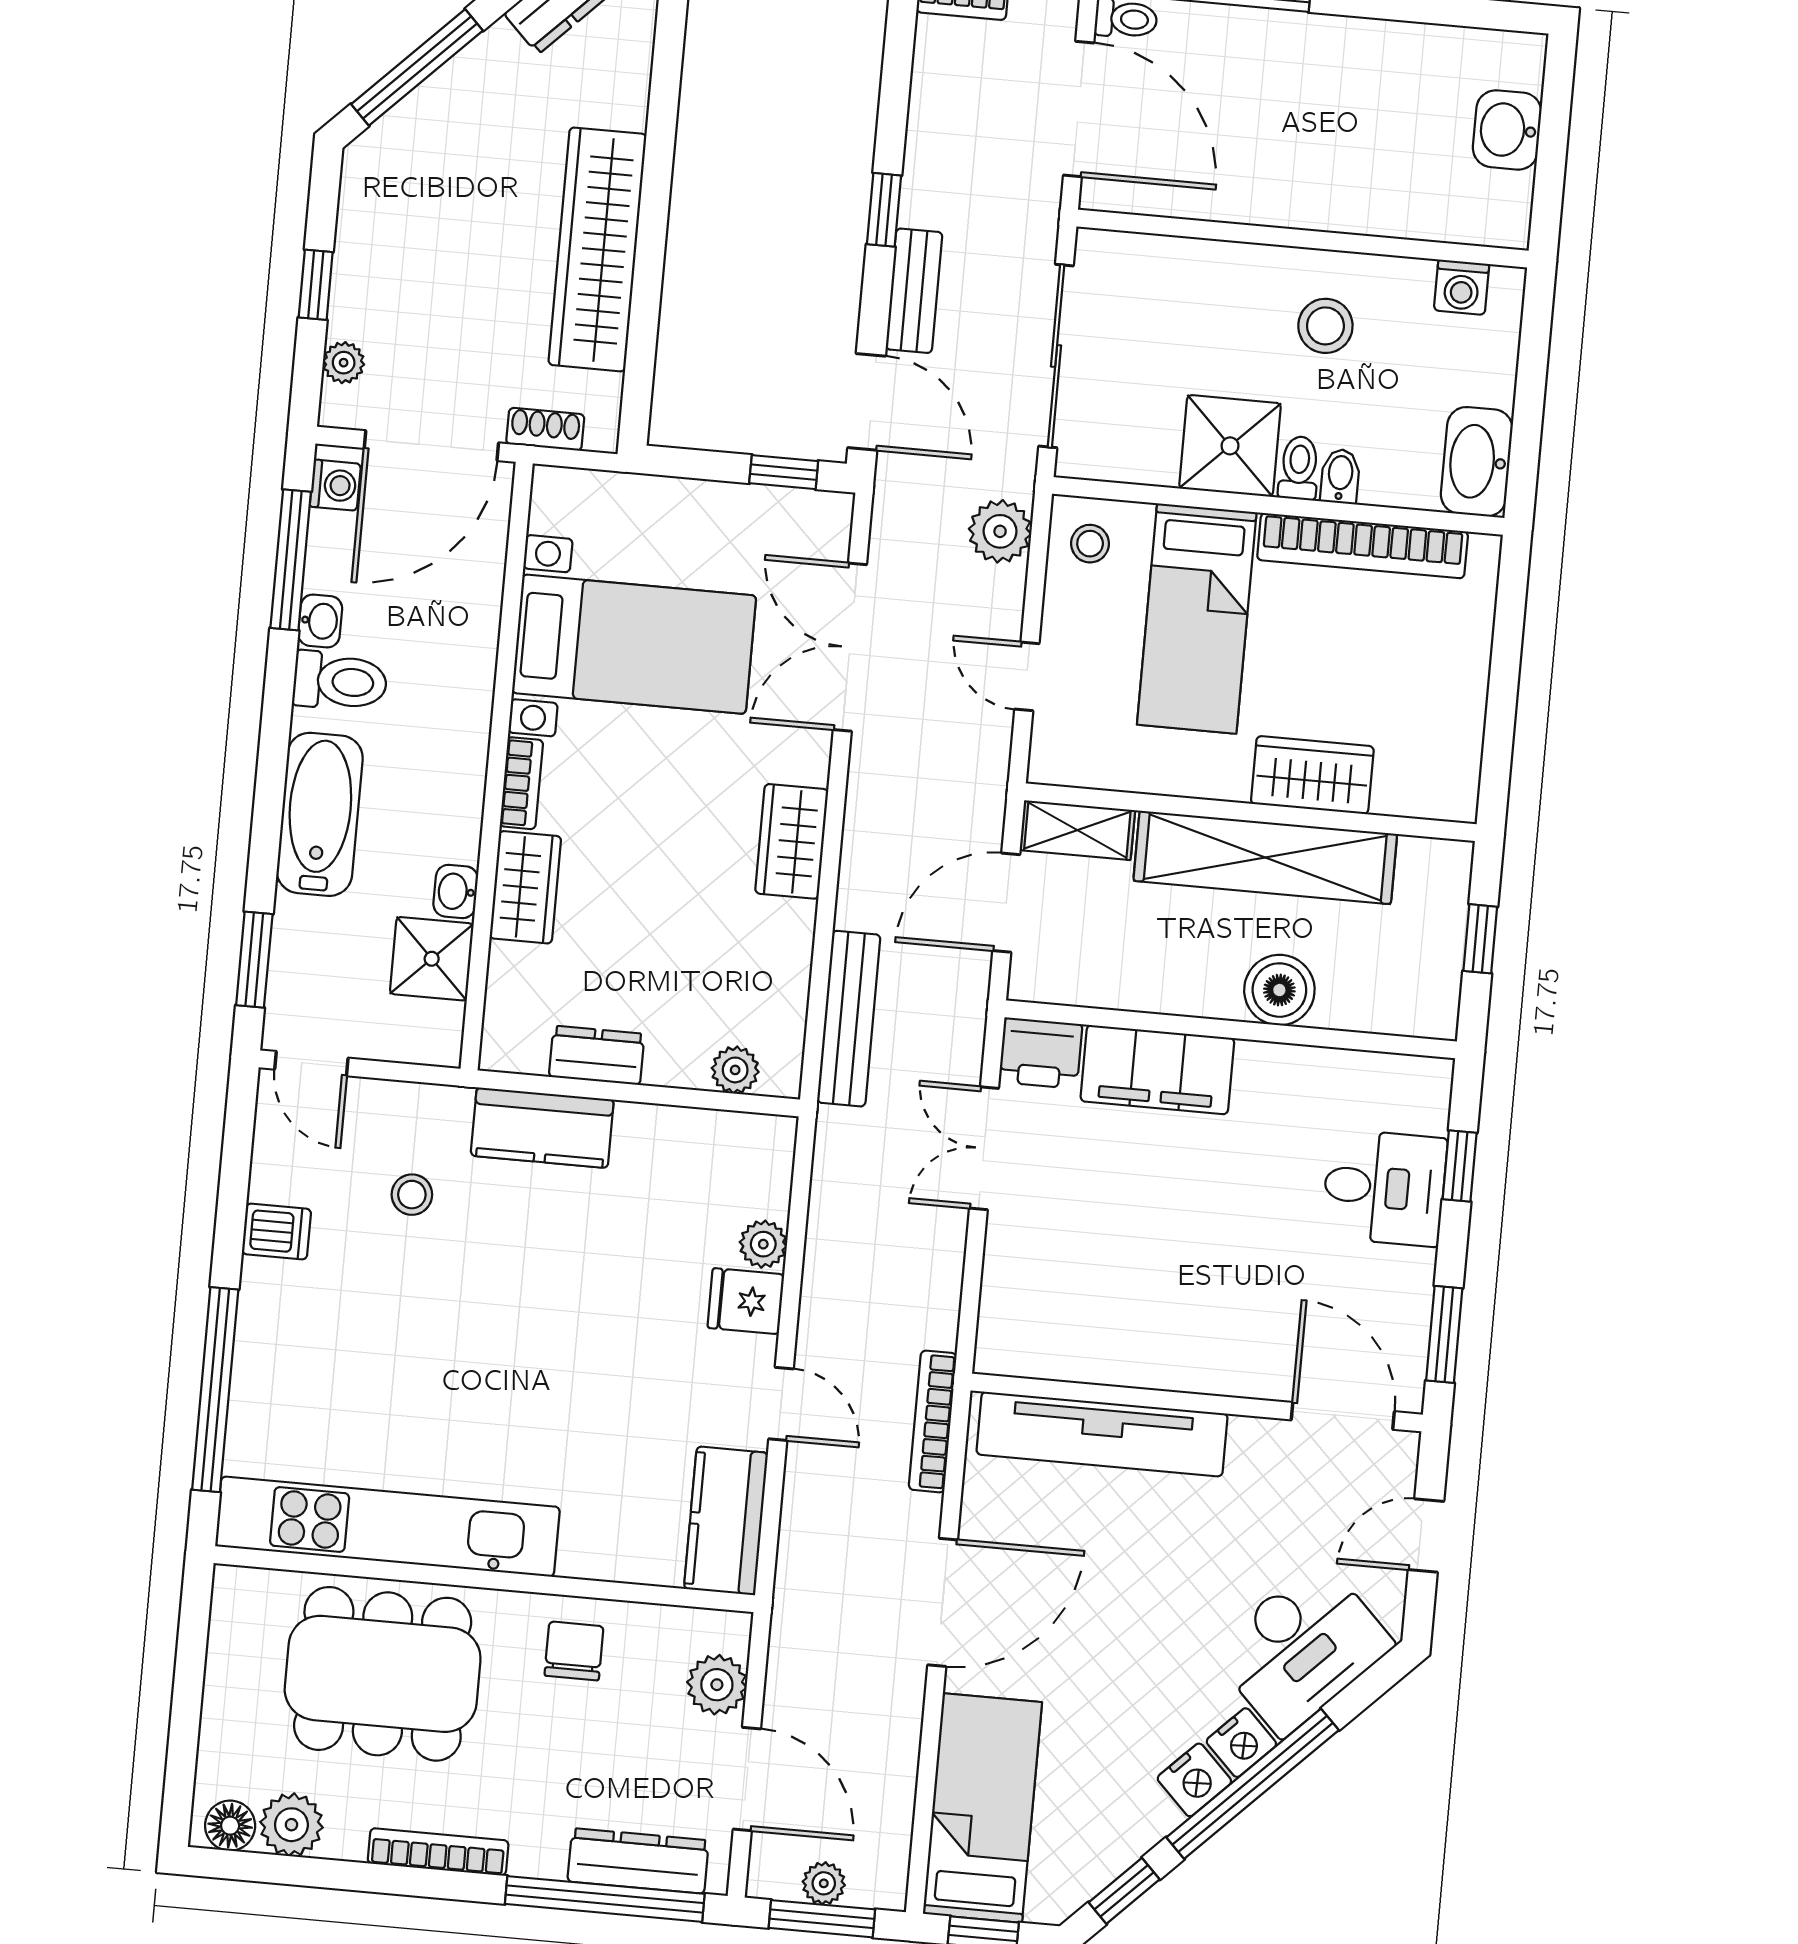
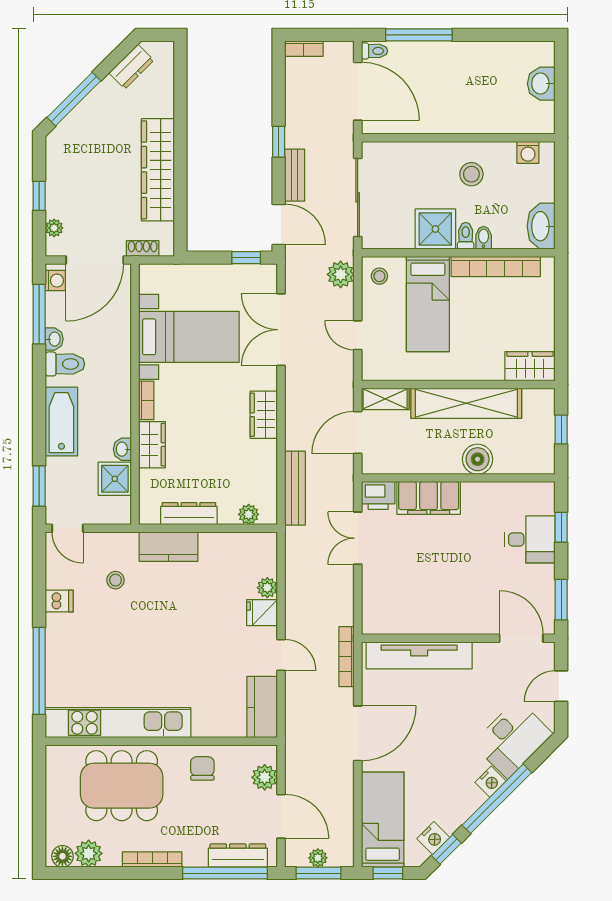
wardrobe: (1312, 775) -> (530, 366), moved
dresser: (597, 1055) -> (189, 514), width x1.44
nightstand: (1194, 1780) -> (433, 838), moved

